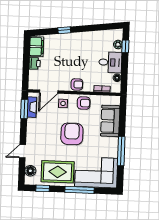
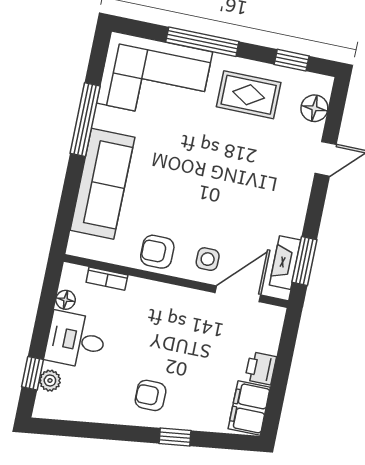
armchair: (77, 84) -> (151, 395), moved
sofa: (110, 121) -> (102, 184), width x1.36
armchair: (72, 134) -> (198, 181), removed
rug: (58, 172) -> (249, 95), width x0.73, depth x0.70

